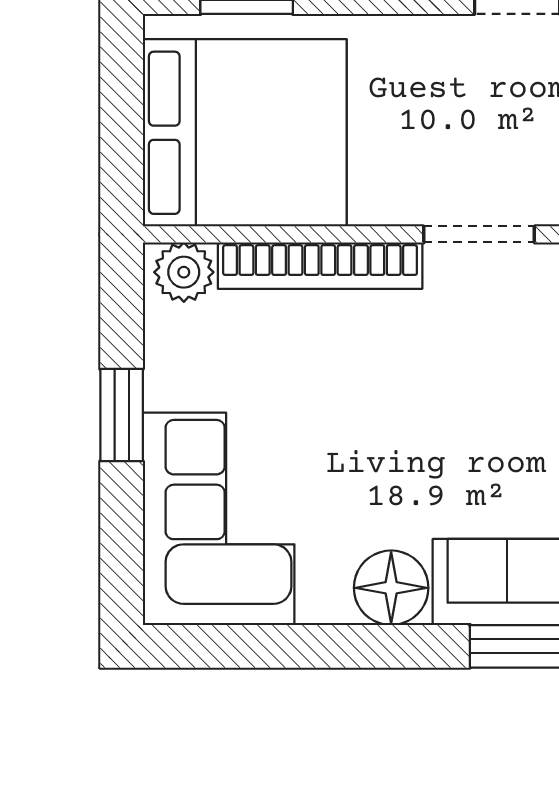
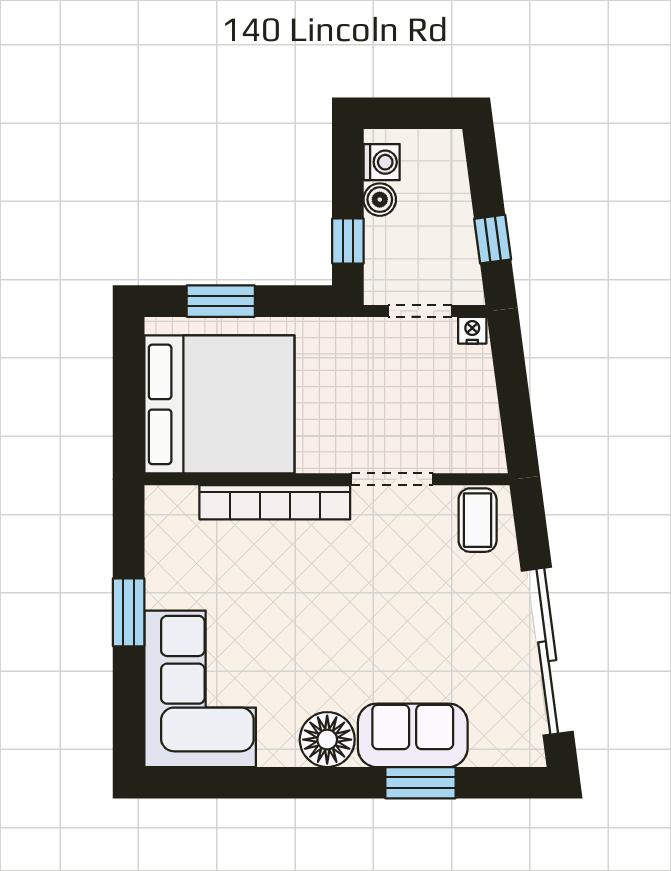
plant: (184, 272) -> (174, 507), removed

